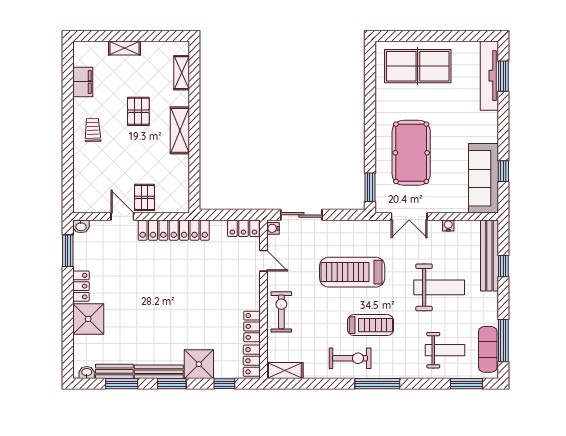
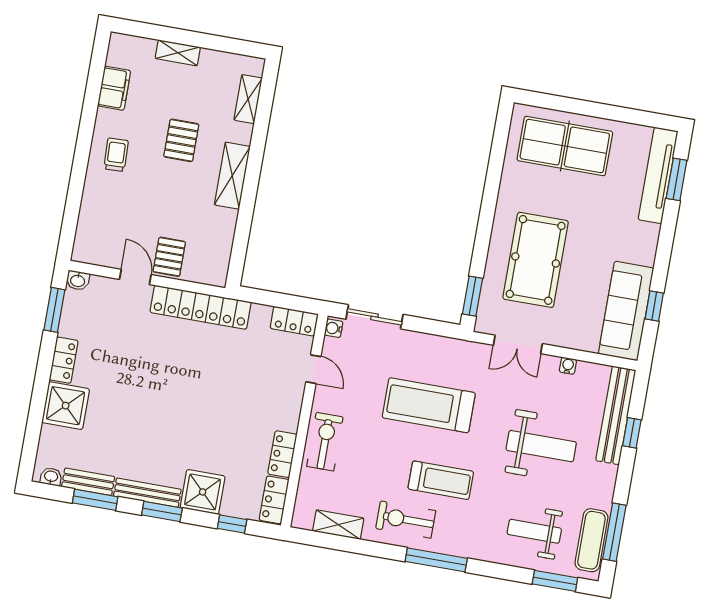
weight bench: (445, 350) -> (534, 531), turned 180
exercise bike: (350, 358) -> (406, 520), turned 180
shelving: (285, 370) -> (338, 525), moved

